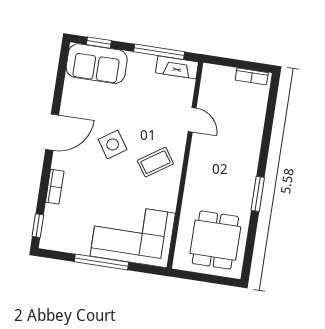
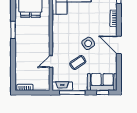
door: (192, 120) -> (51, 62), hinge flipped
door: (52, 132) -> (119, 45), hinge flipped
coffee table: (155, 162) -> (78, 62), moved

